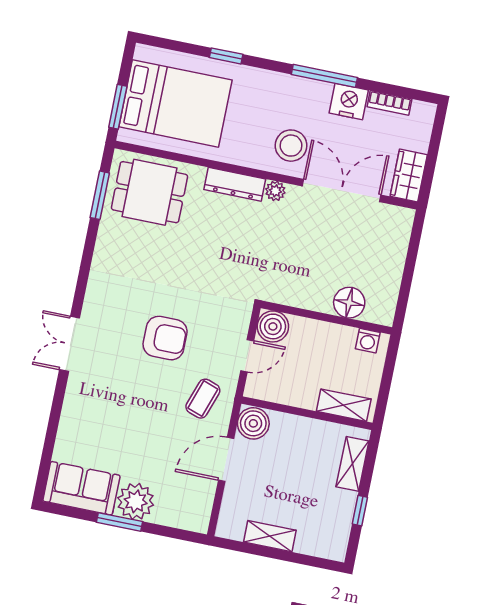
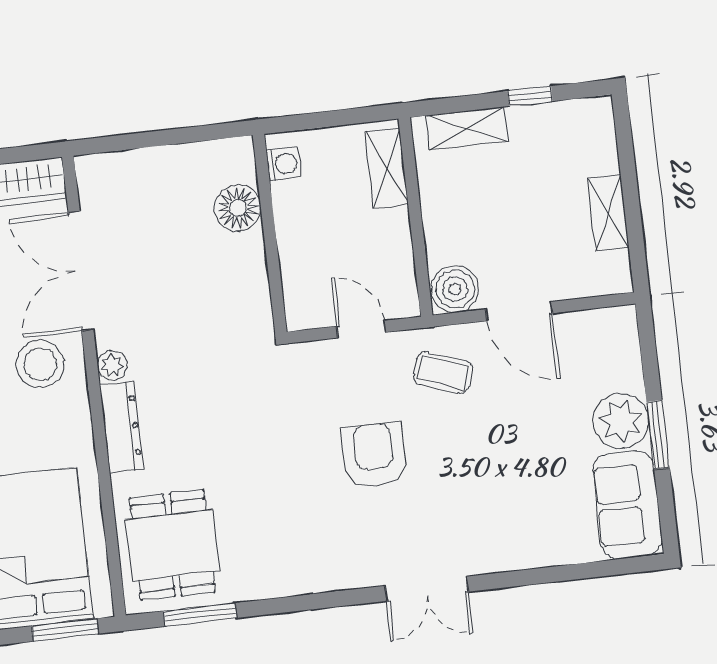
boiler: (273, 326) -> (307, 306), removed

